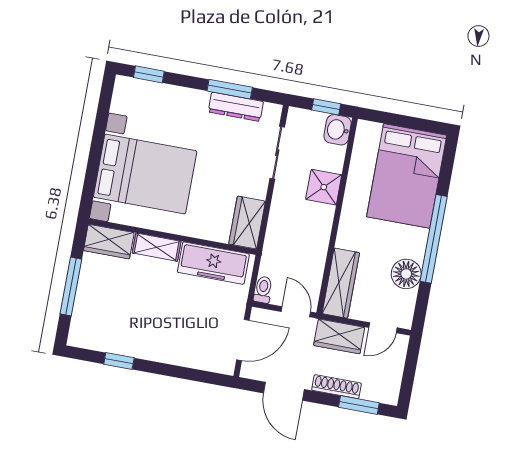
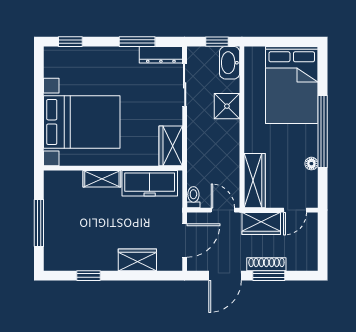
dresser: (236, 107) -> (161, 55), moved
washbasin: (338, 130) -> (230, 63), width x1.38
wardrobe: (109, 242) -> (137, 260), moved, turned 180
floor lamp: (406, 274) -> (311, 164), width x0.53, depth x0.53
door: (284, 391) -> (225, 276), hinge flipped
window: (359, 405) -> (269, 276), moved

